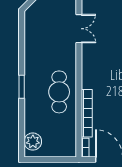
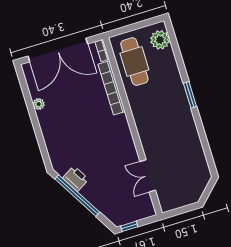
cafe table: (59, 92) -> (134, 62), moved

